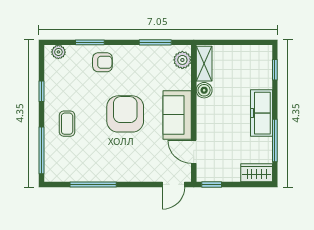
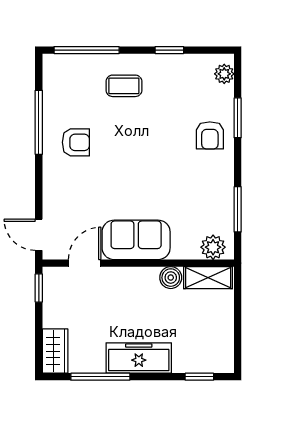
armchair: (125, 114) -> (76, 142), moved, width x0.53, depth x0.53

